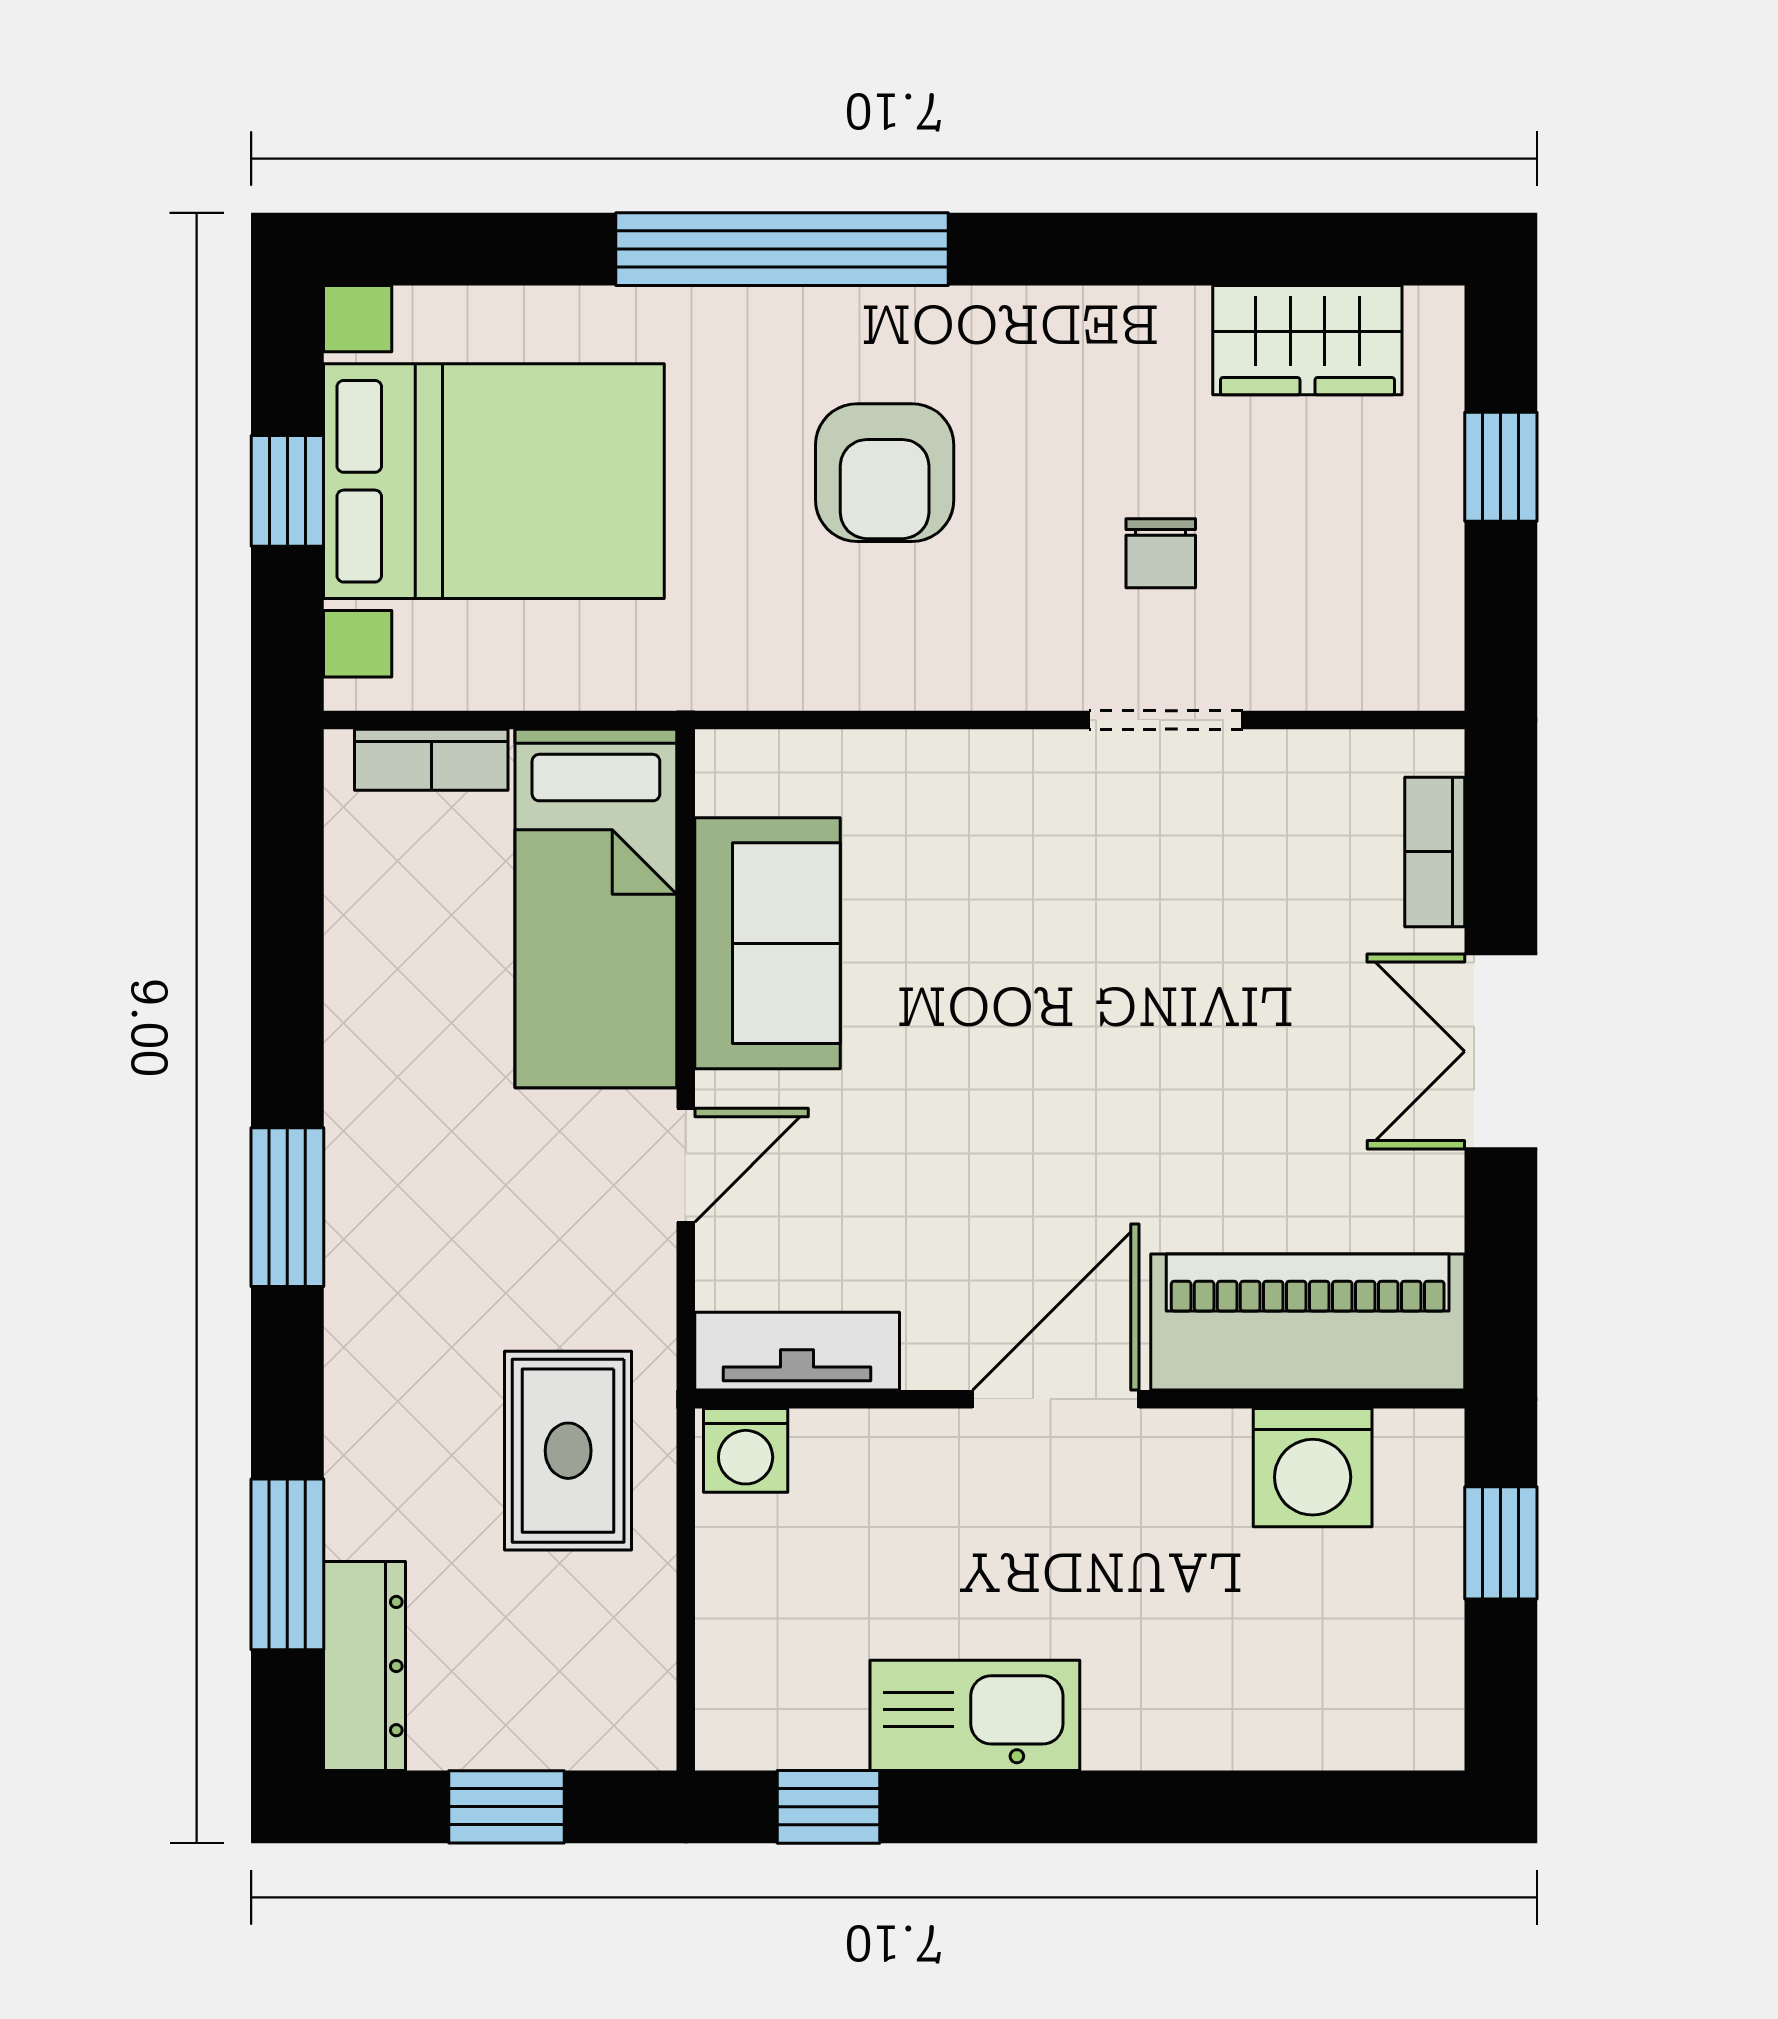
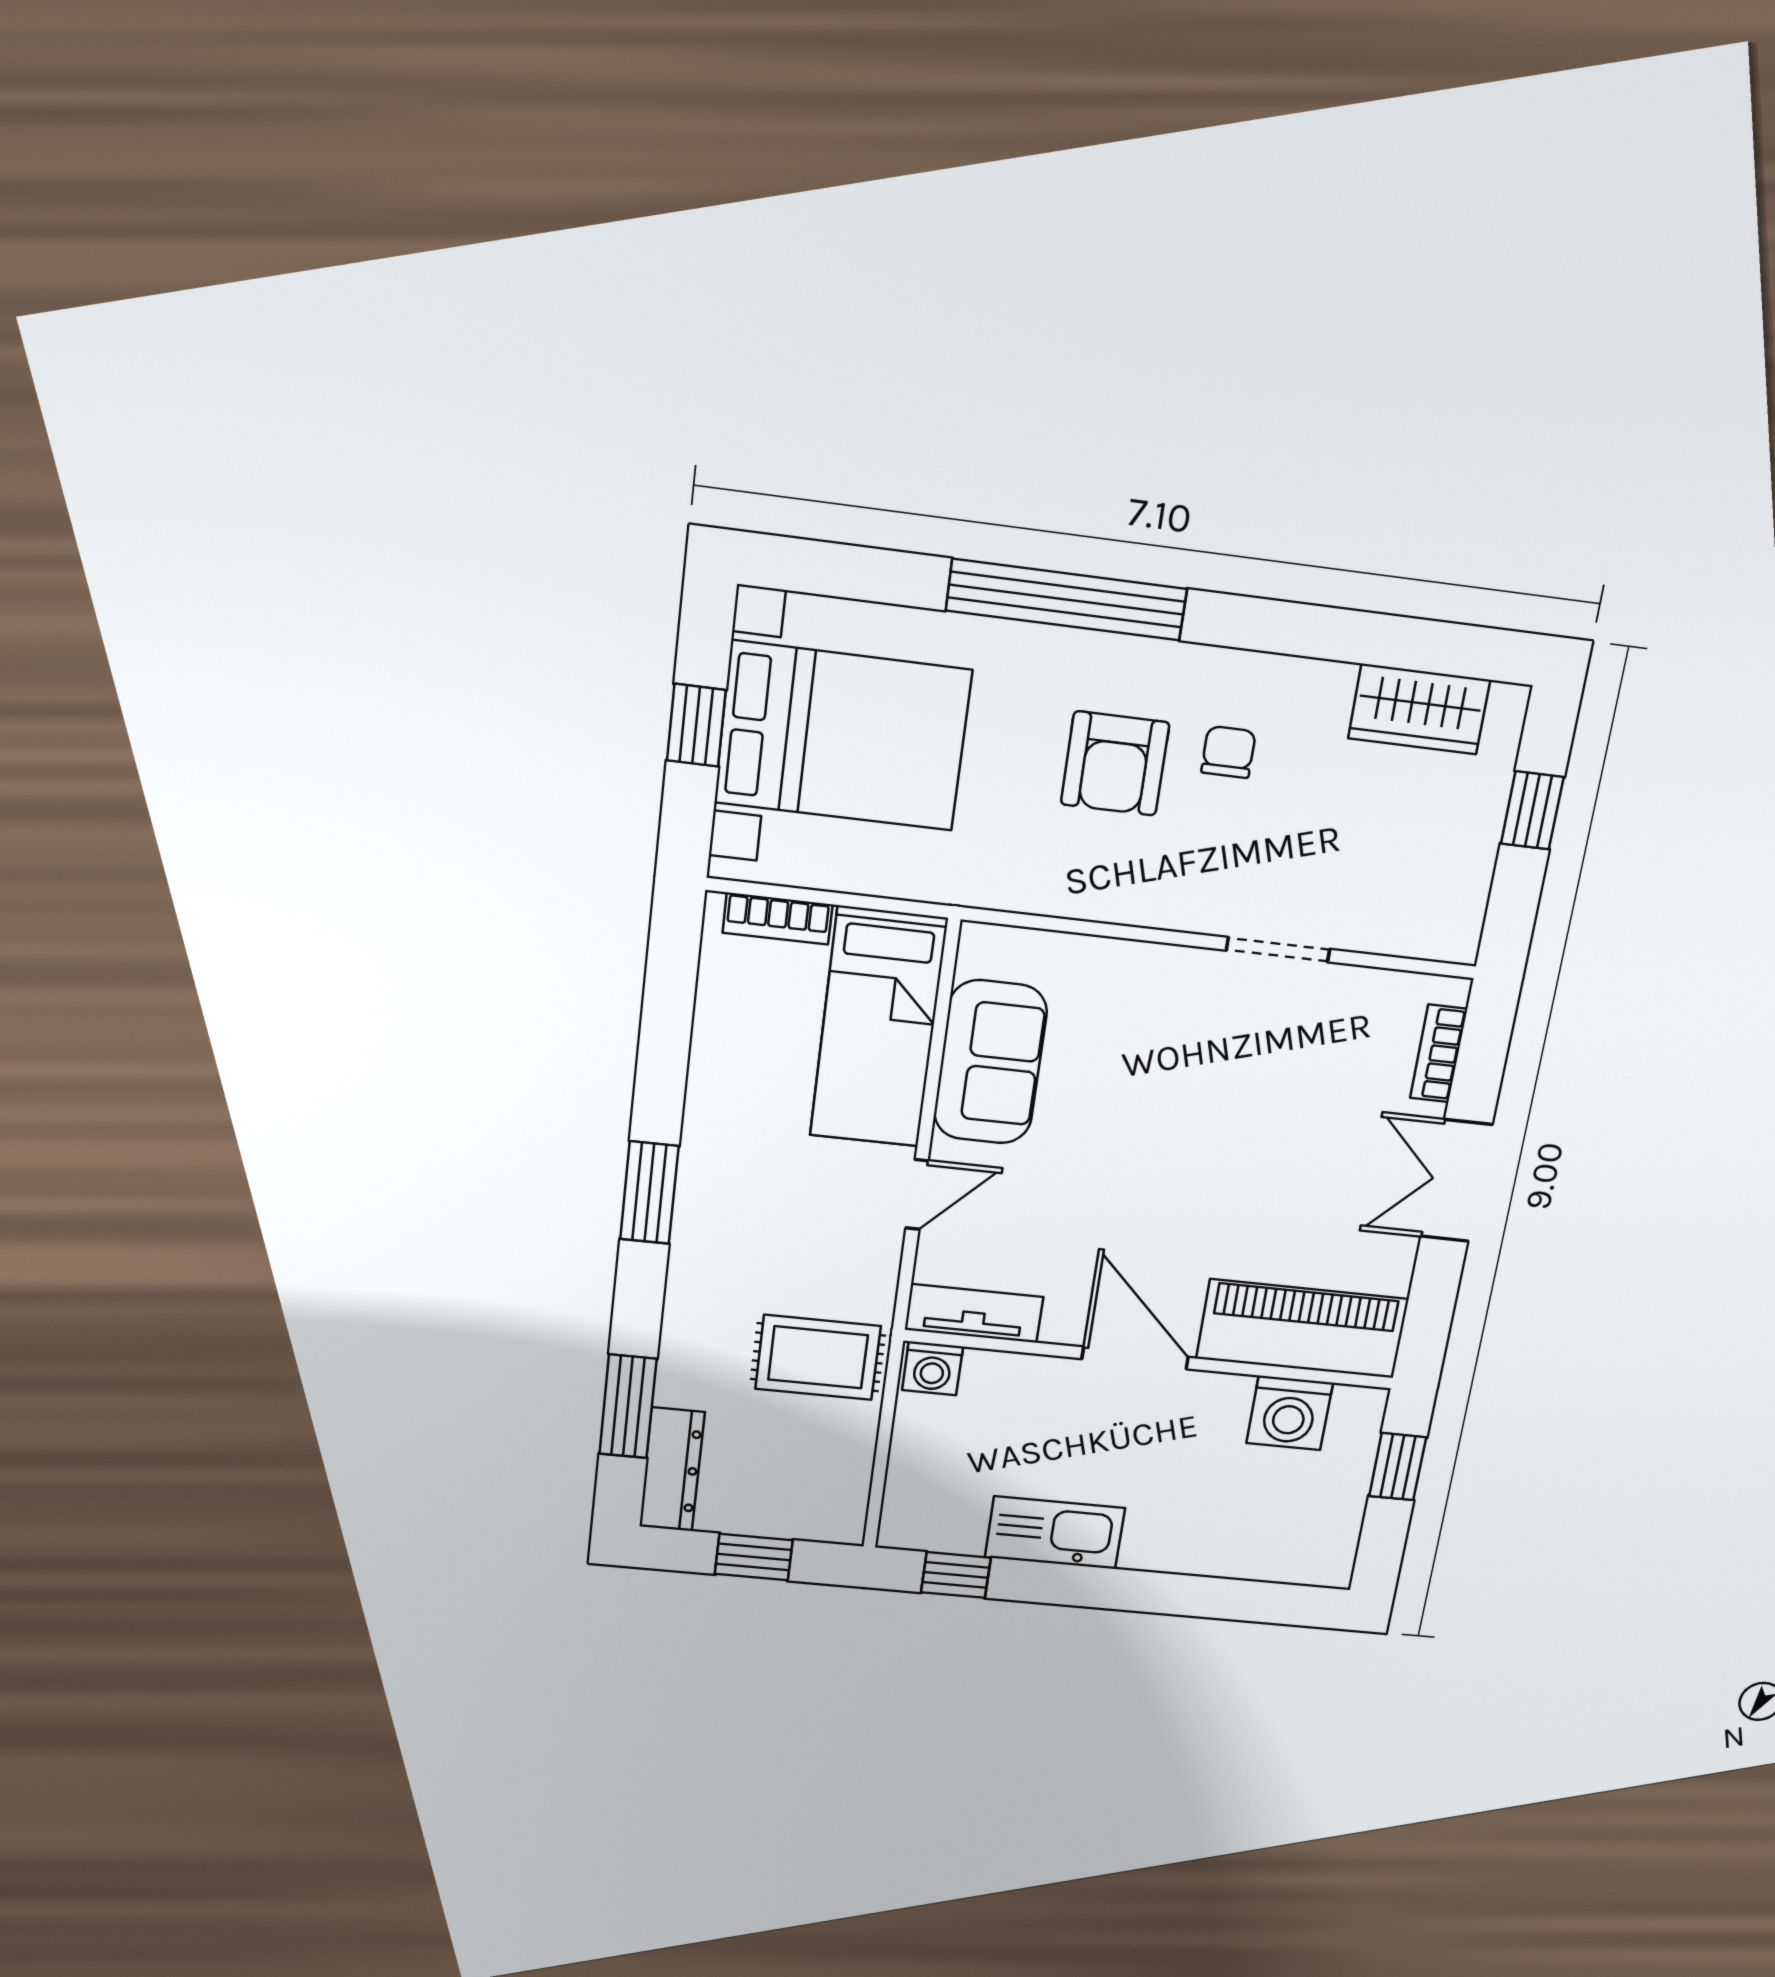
chair: (1161, 553) -> (1228, 752), moved, turned 180
door: (1056, 1399) -> (1135, 1358), hinge flipped
rug: (568, 1451) -> (818, 1357), turned 90

